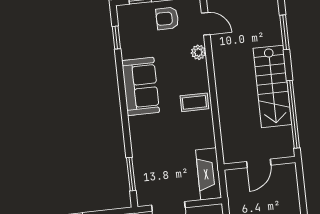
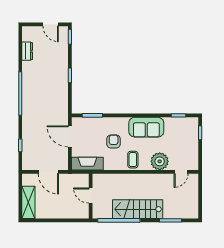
armchair: (167, 18) -> (114, 141), moved
plant: (198, 52) -> (160, 161), width x1.88, depth x1.88

